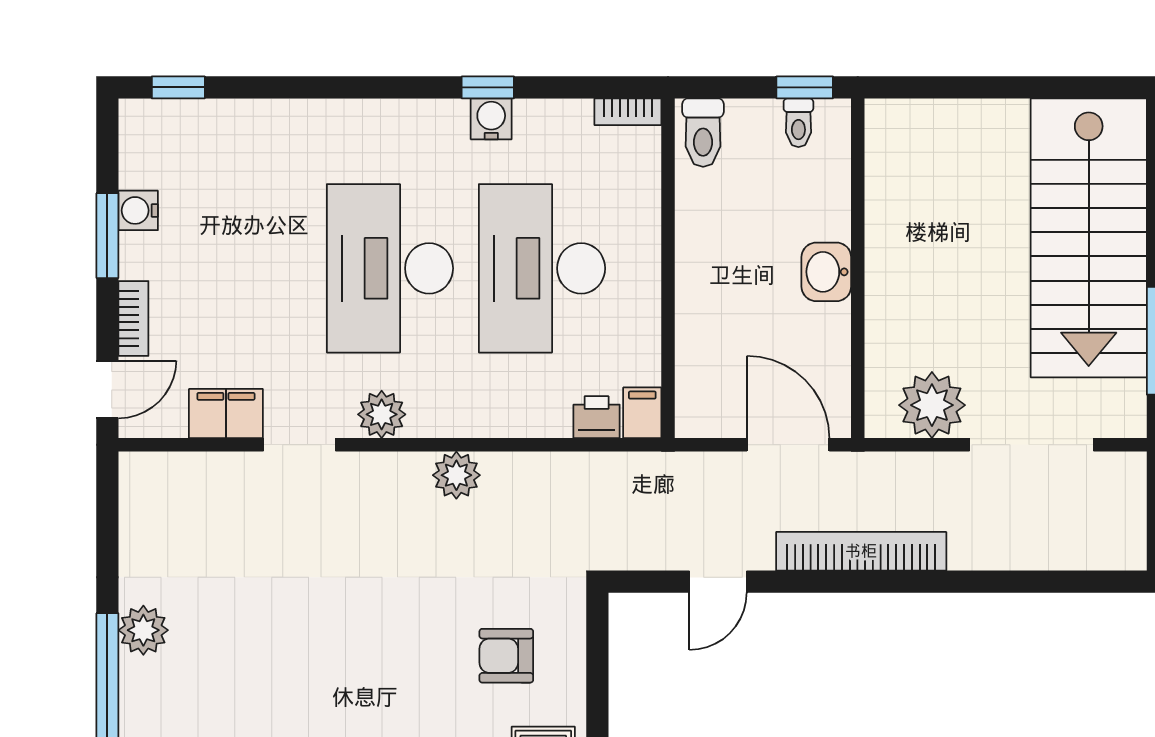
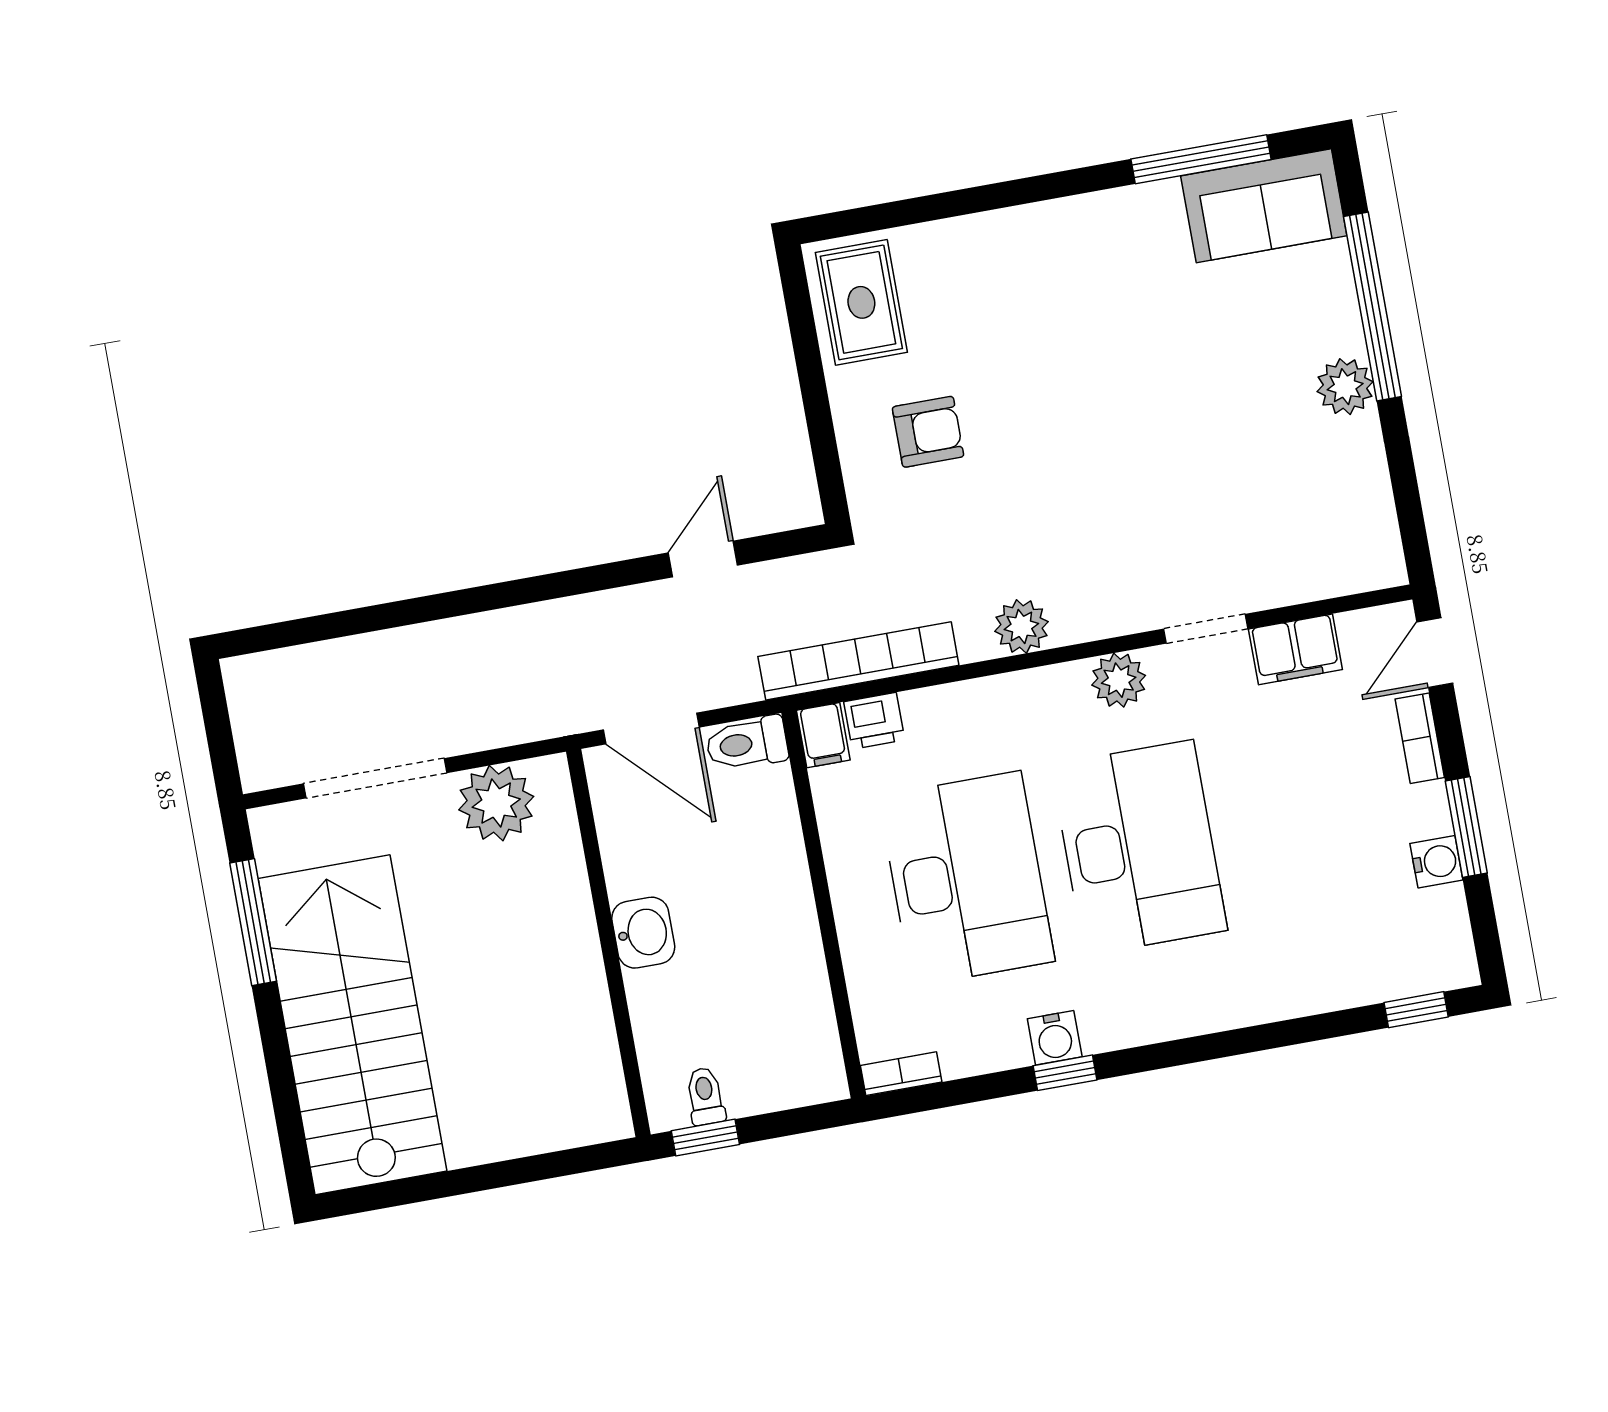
toilet: (703, 133) -> (747, 743), moved, turned -90
bookcase: (861, 551) -> (858, 661), moved, turned 180

